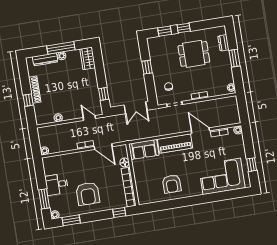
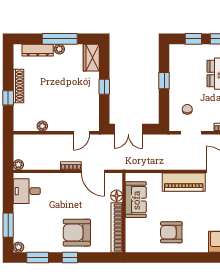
window: (104, 94) -> (104, 87), moved
double door: (136, 108) -> (128, 129), moved
door: (89, 118) -> (81, 133), swing flipped
sofa: (144, 149) -> (136, 200), moved, turned -90
desk: (57, 184) -> (27, 191), moved
armchair: (172, 184) -> (171, 232), turned 90
armchair: (88, 194) -> (77, 233), moved, turned 90
window: (119, 213) -> (70, 257), moved

